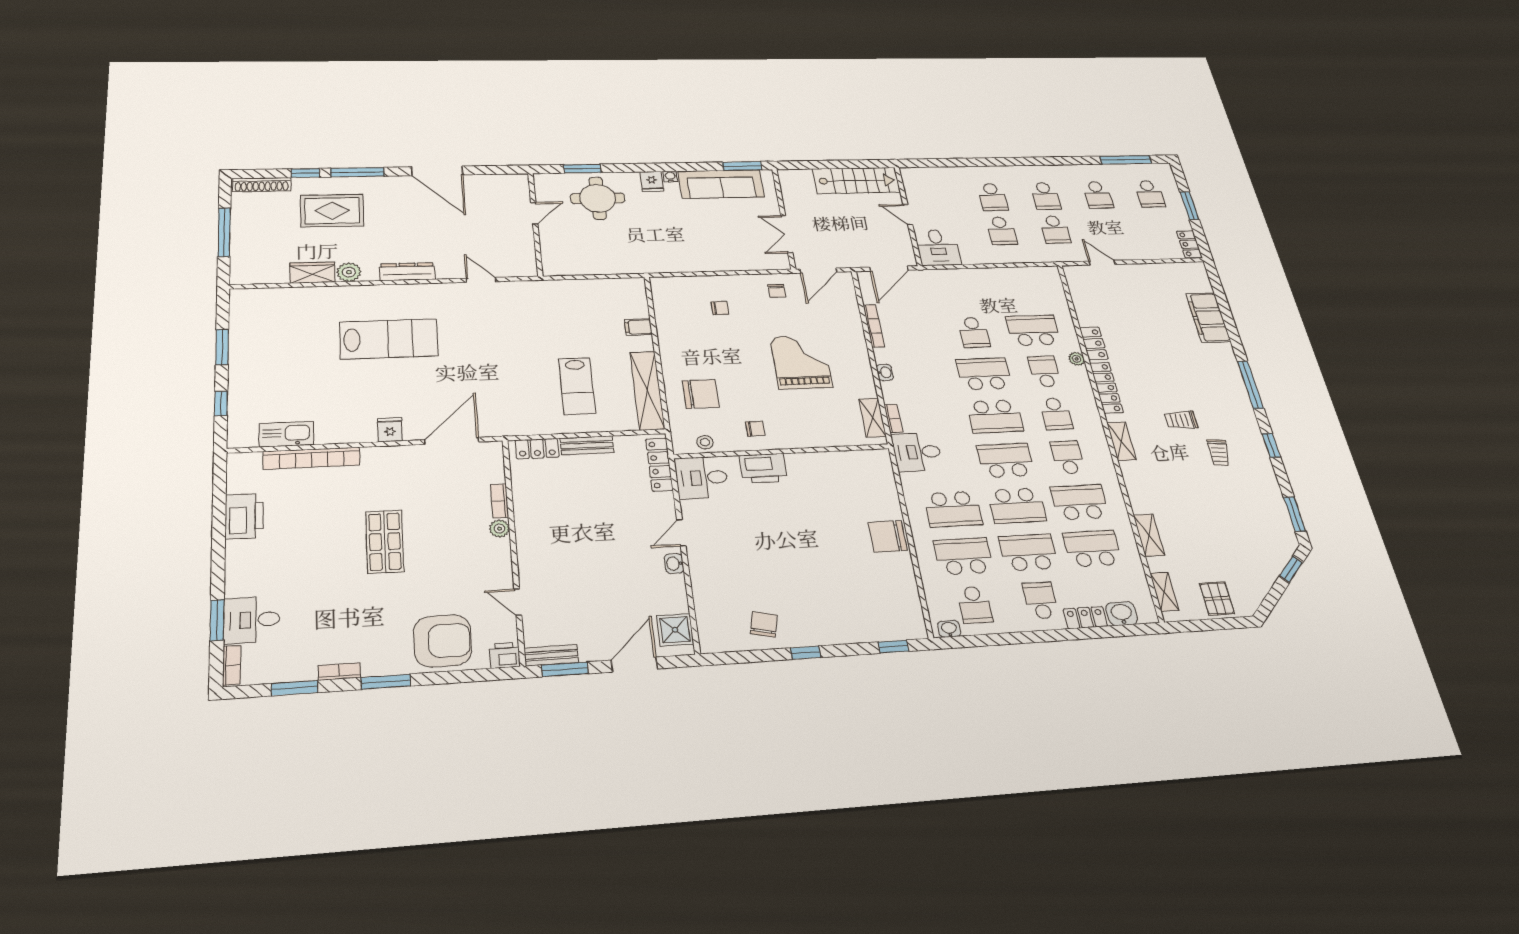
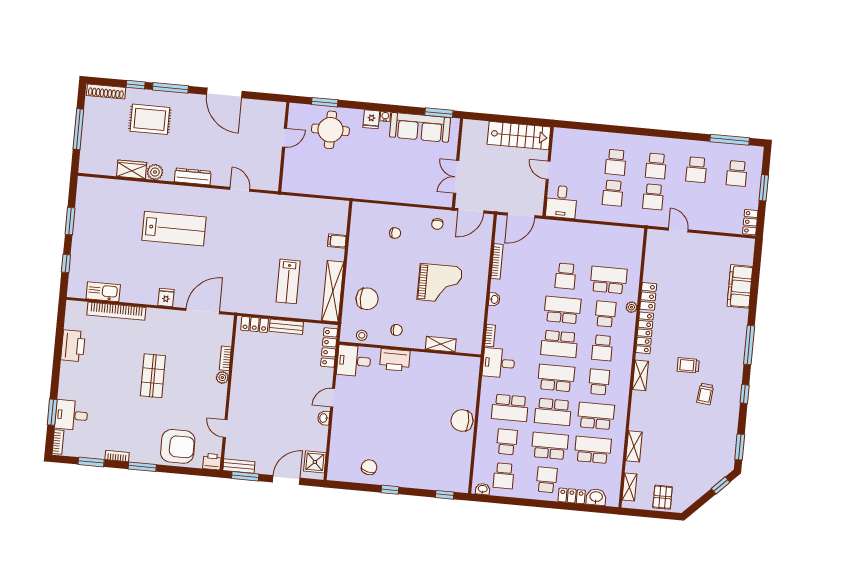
grand piano: (801, 362) -> (440, 283), turned 90
shelving: (872, 418) -> (441, 344), moved, turned 90
school desk: (964, 556) -> (507, 442), width x0.54

